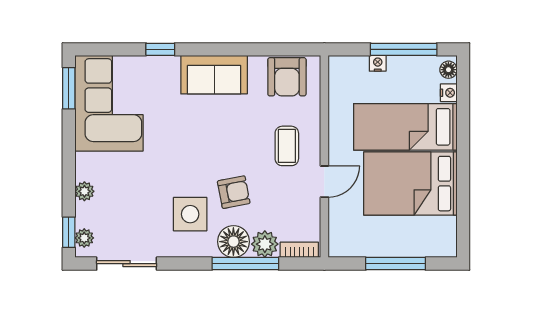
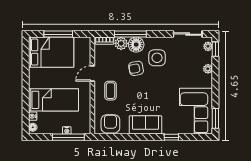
window: (404, 49) -> (68, 137), moved
bed: (410, 184) -> (51, 52), moved

